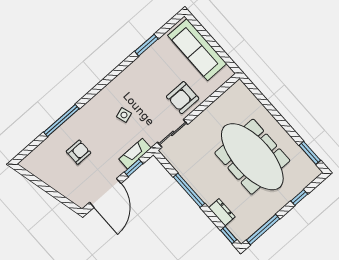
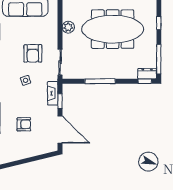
armchair: (183, 98) -> (33, 53), moved
plant: (215, 111) -> (68, 27), added
armchair: (79, 152) -> (24, 124), turned 90
dresser: (222, 212) -> (147, 74), moved

